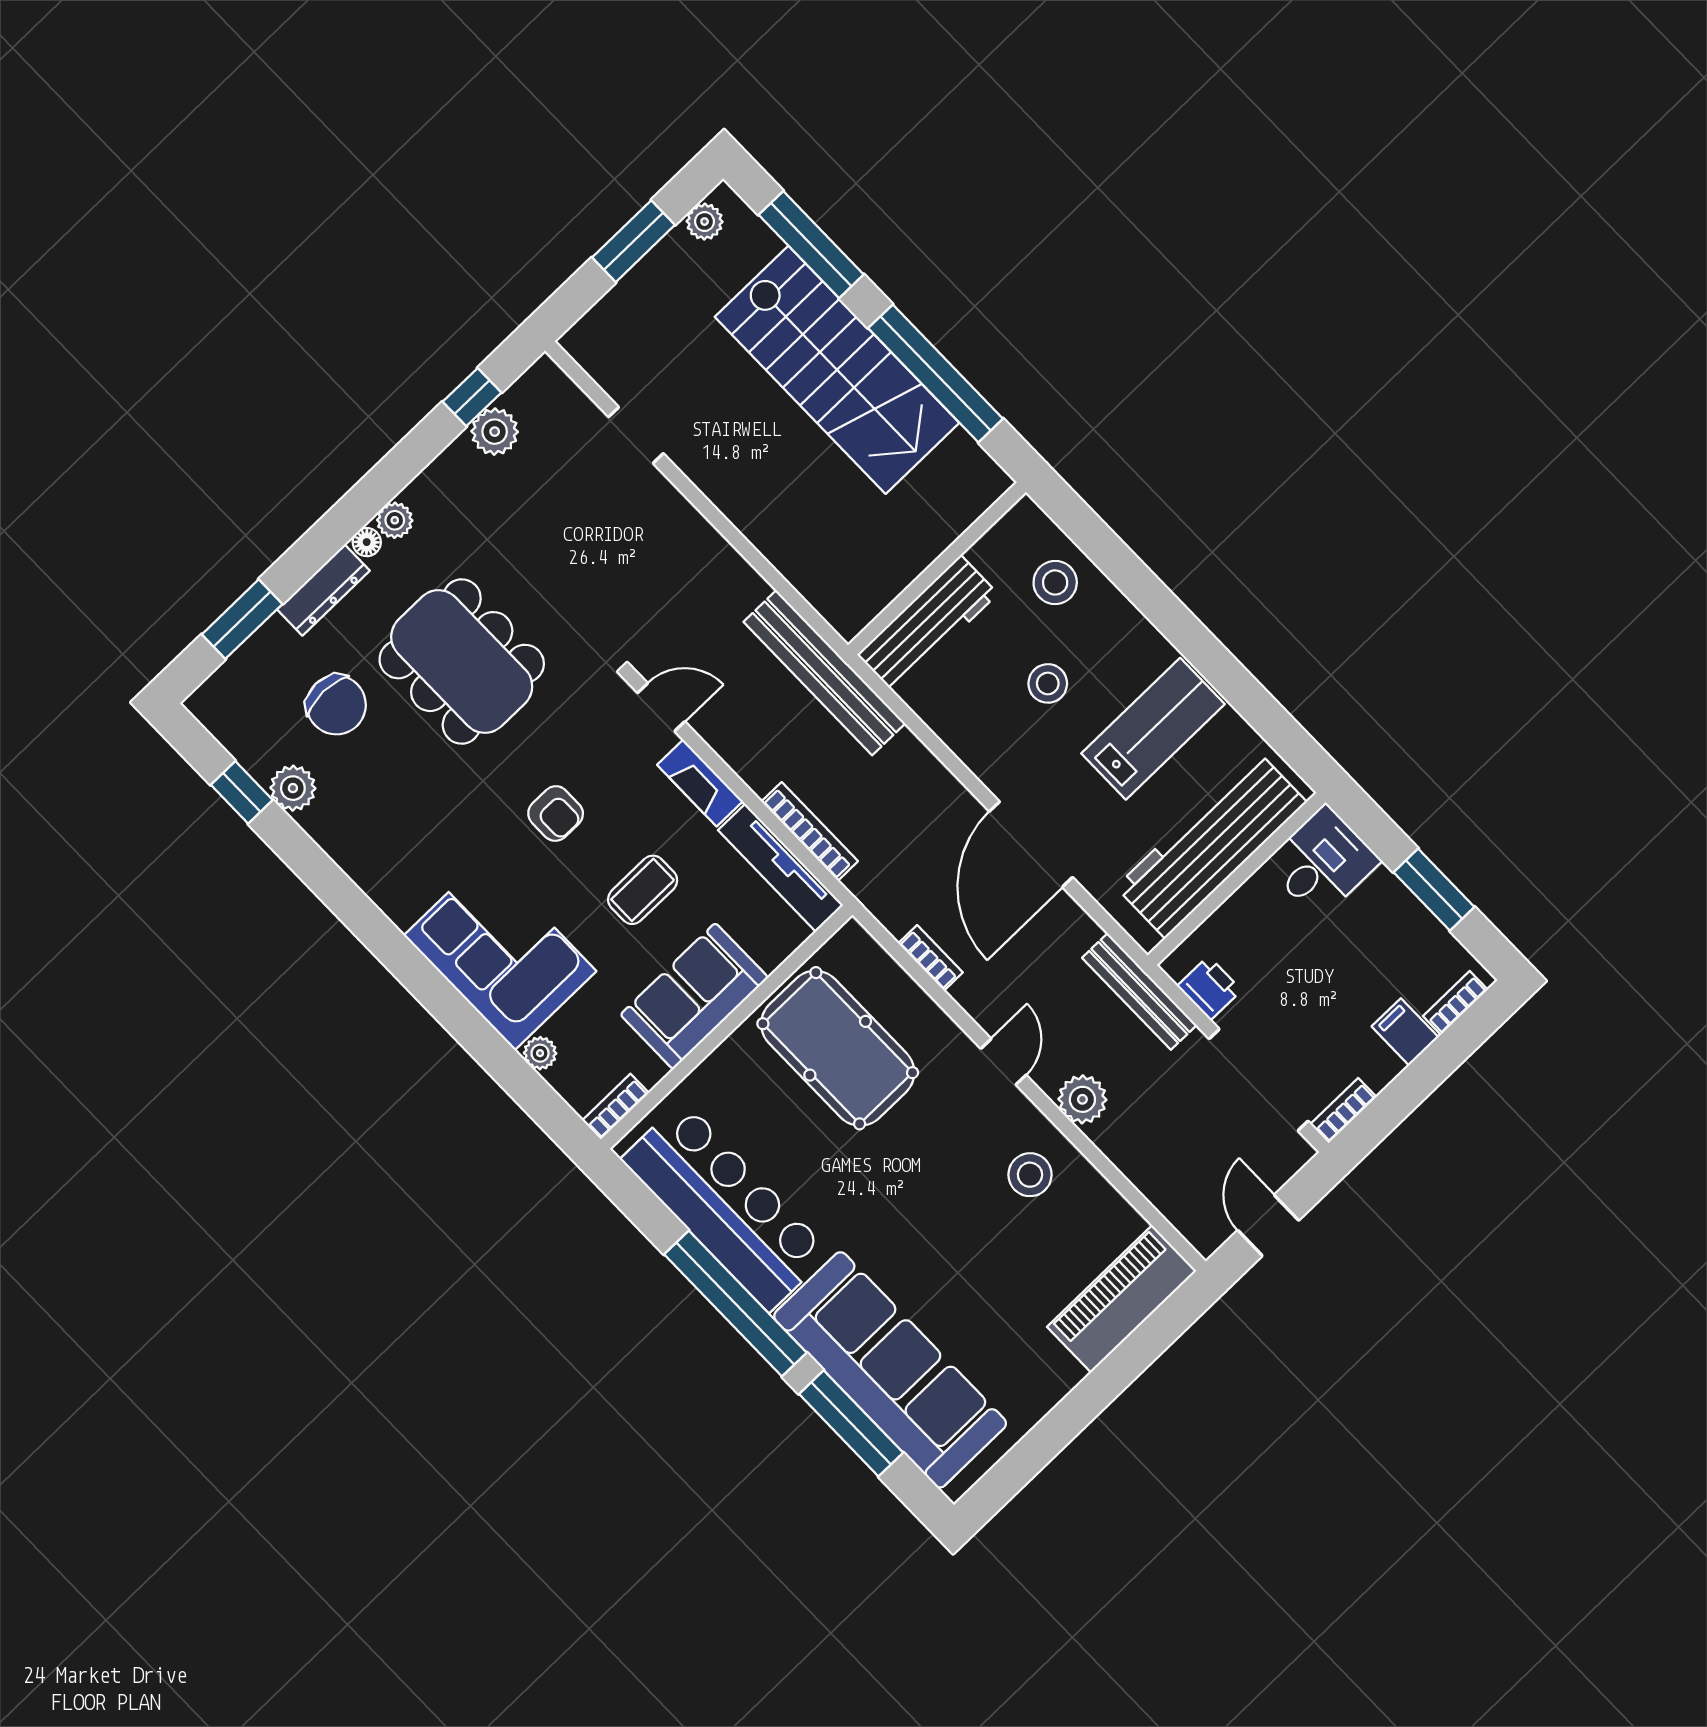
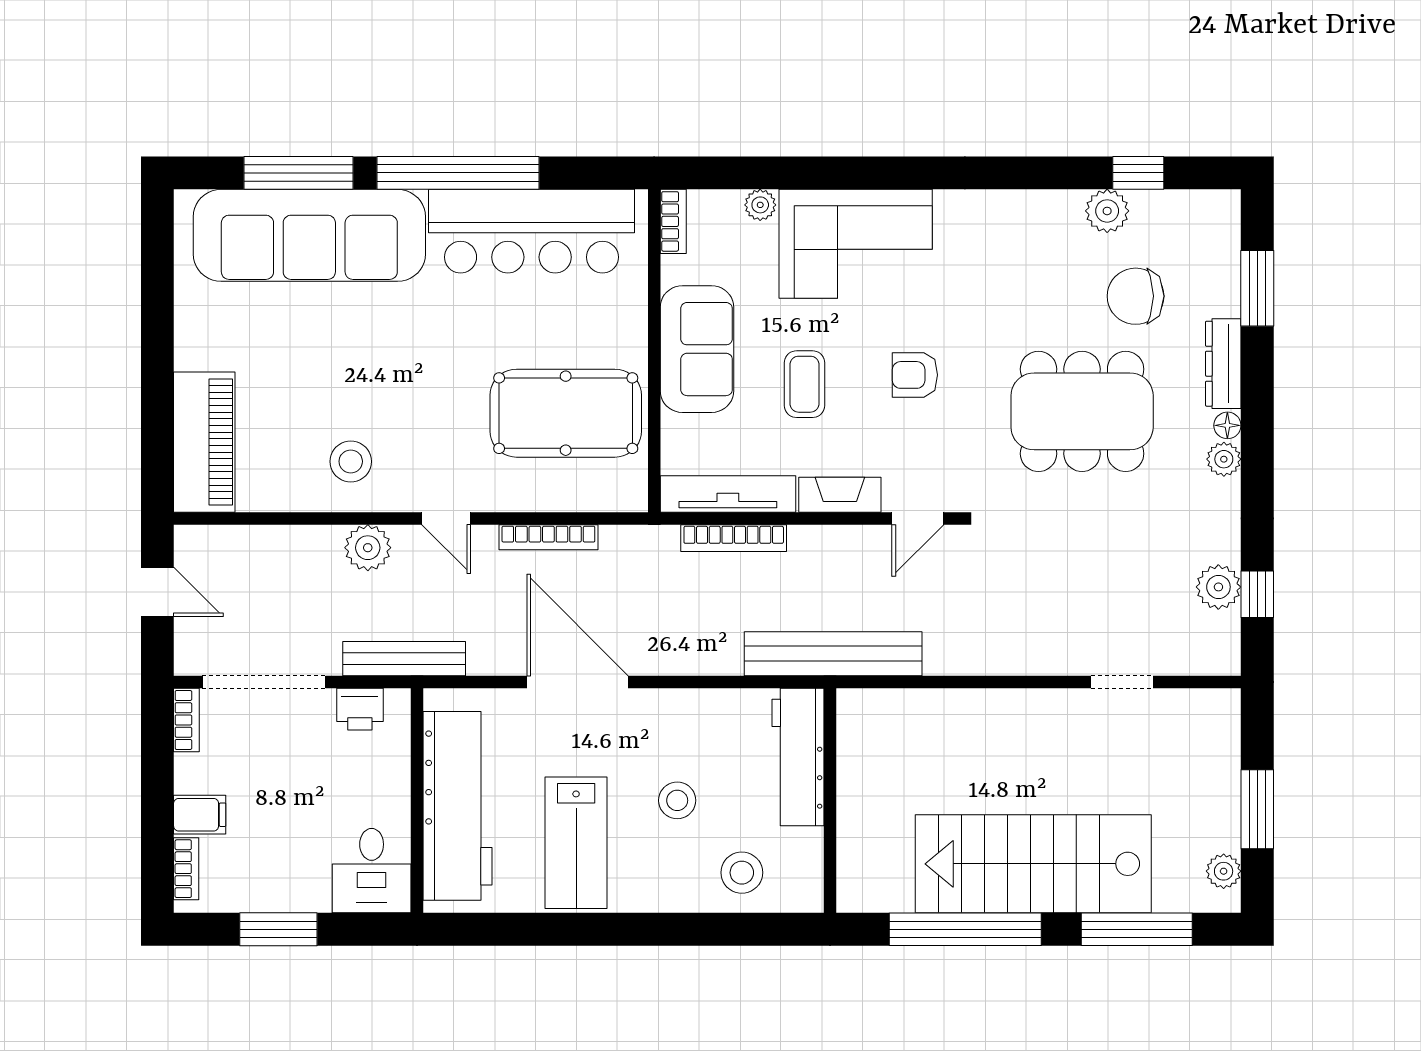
bookcase: (931, 958) -> (548, 537), width x1.56

